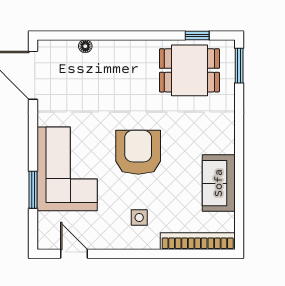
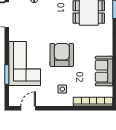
door: (74, 254) -> (28, 108), hinge flipped

